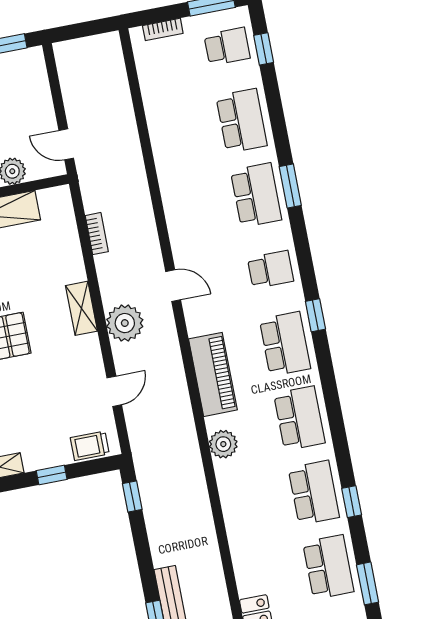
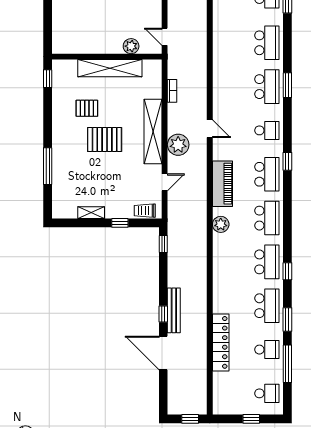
shelving: (82, 308) -> (153, 132), width x2.20, depth x1.33

